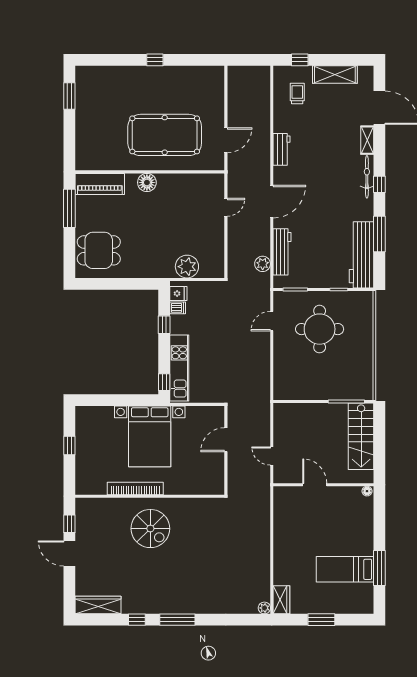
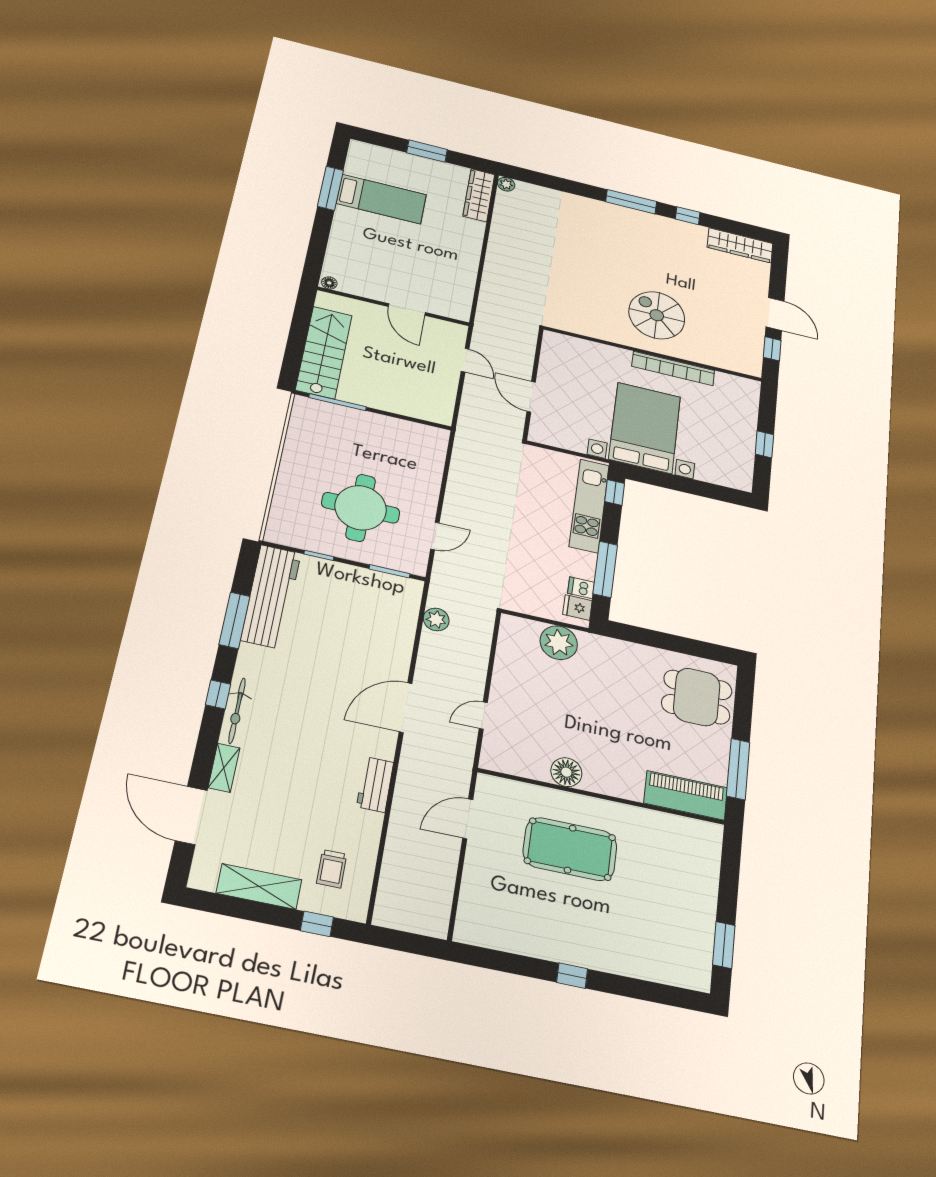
pool table: (165, 135) -> (570, 849), width x0.73, depth x0.76
floor lamp: (147, 182) -> (566, 772), moved
workbench: (282, 252) -> (402, 630), removed
window: (164, 325) -> (605, 569), width x2.17
door: (226, 440) -> (531, 397), swing flipped
wardrobe: (281, 600) -> (479, 195), width x1.50

